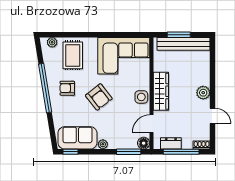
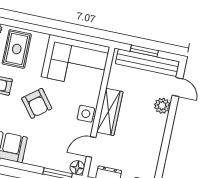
plant: (203, 93) -> (162, 106), moved
door: (213, 116) -> (177, 87), moved
plant: (103, 144) -> (30, 159), removed

